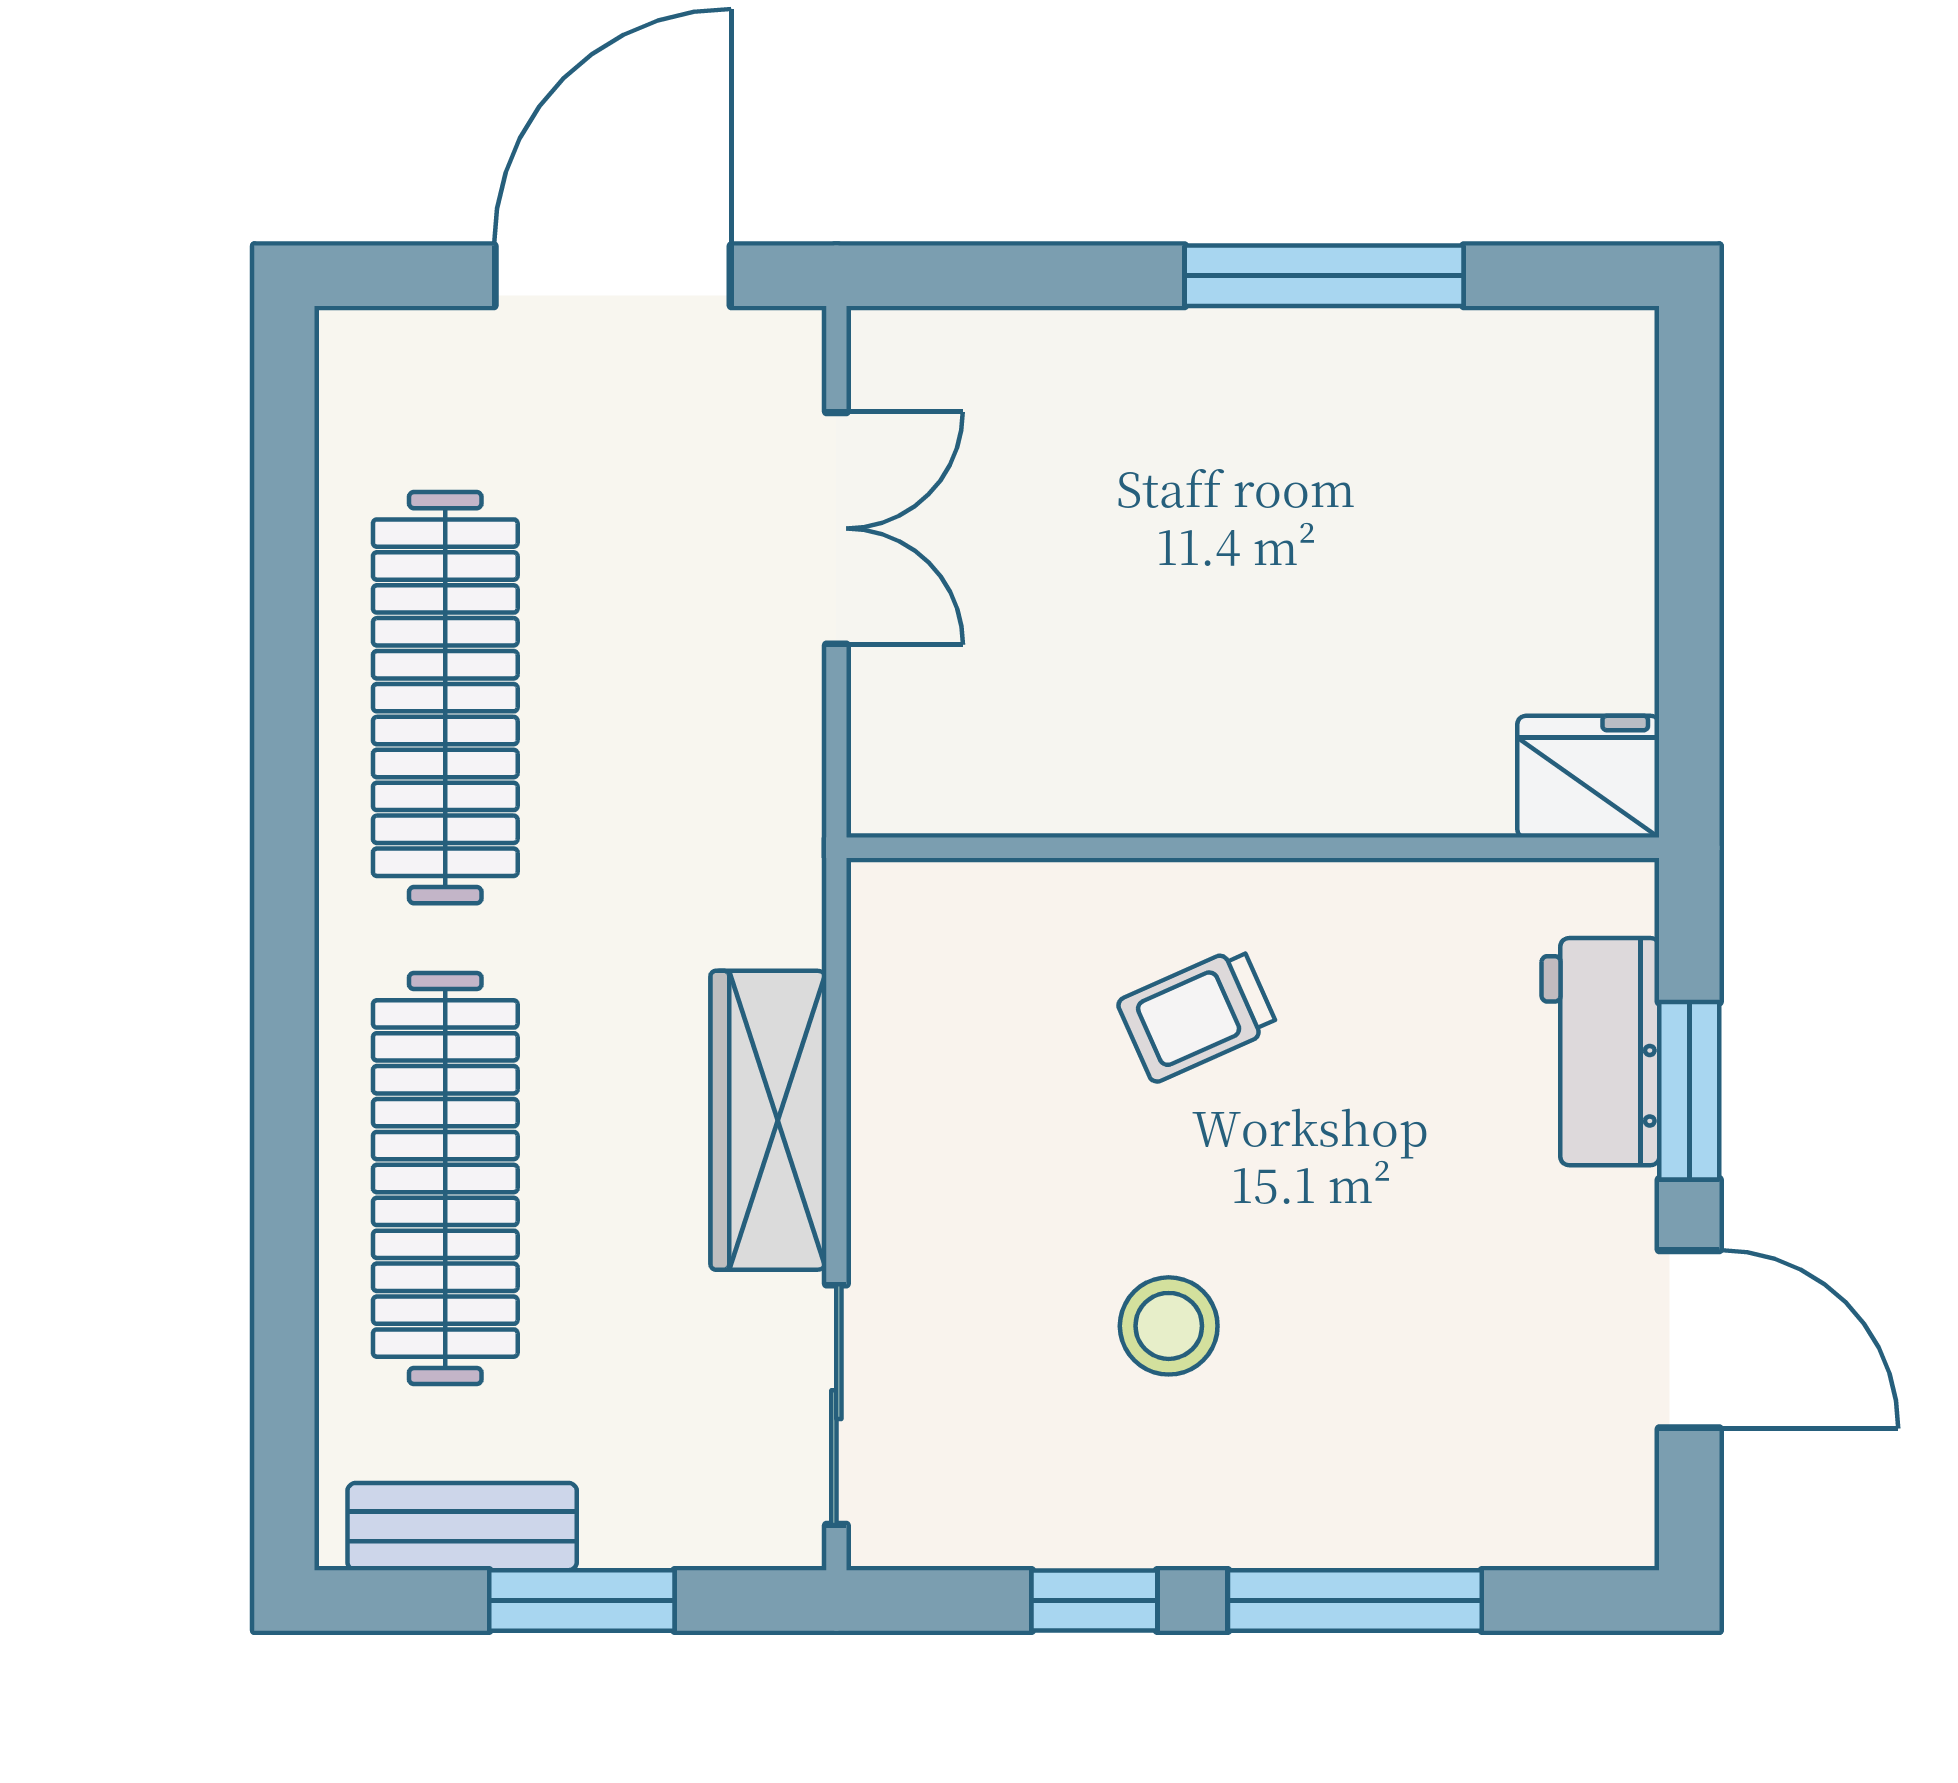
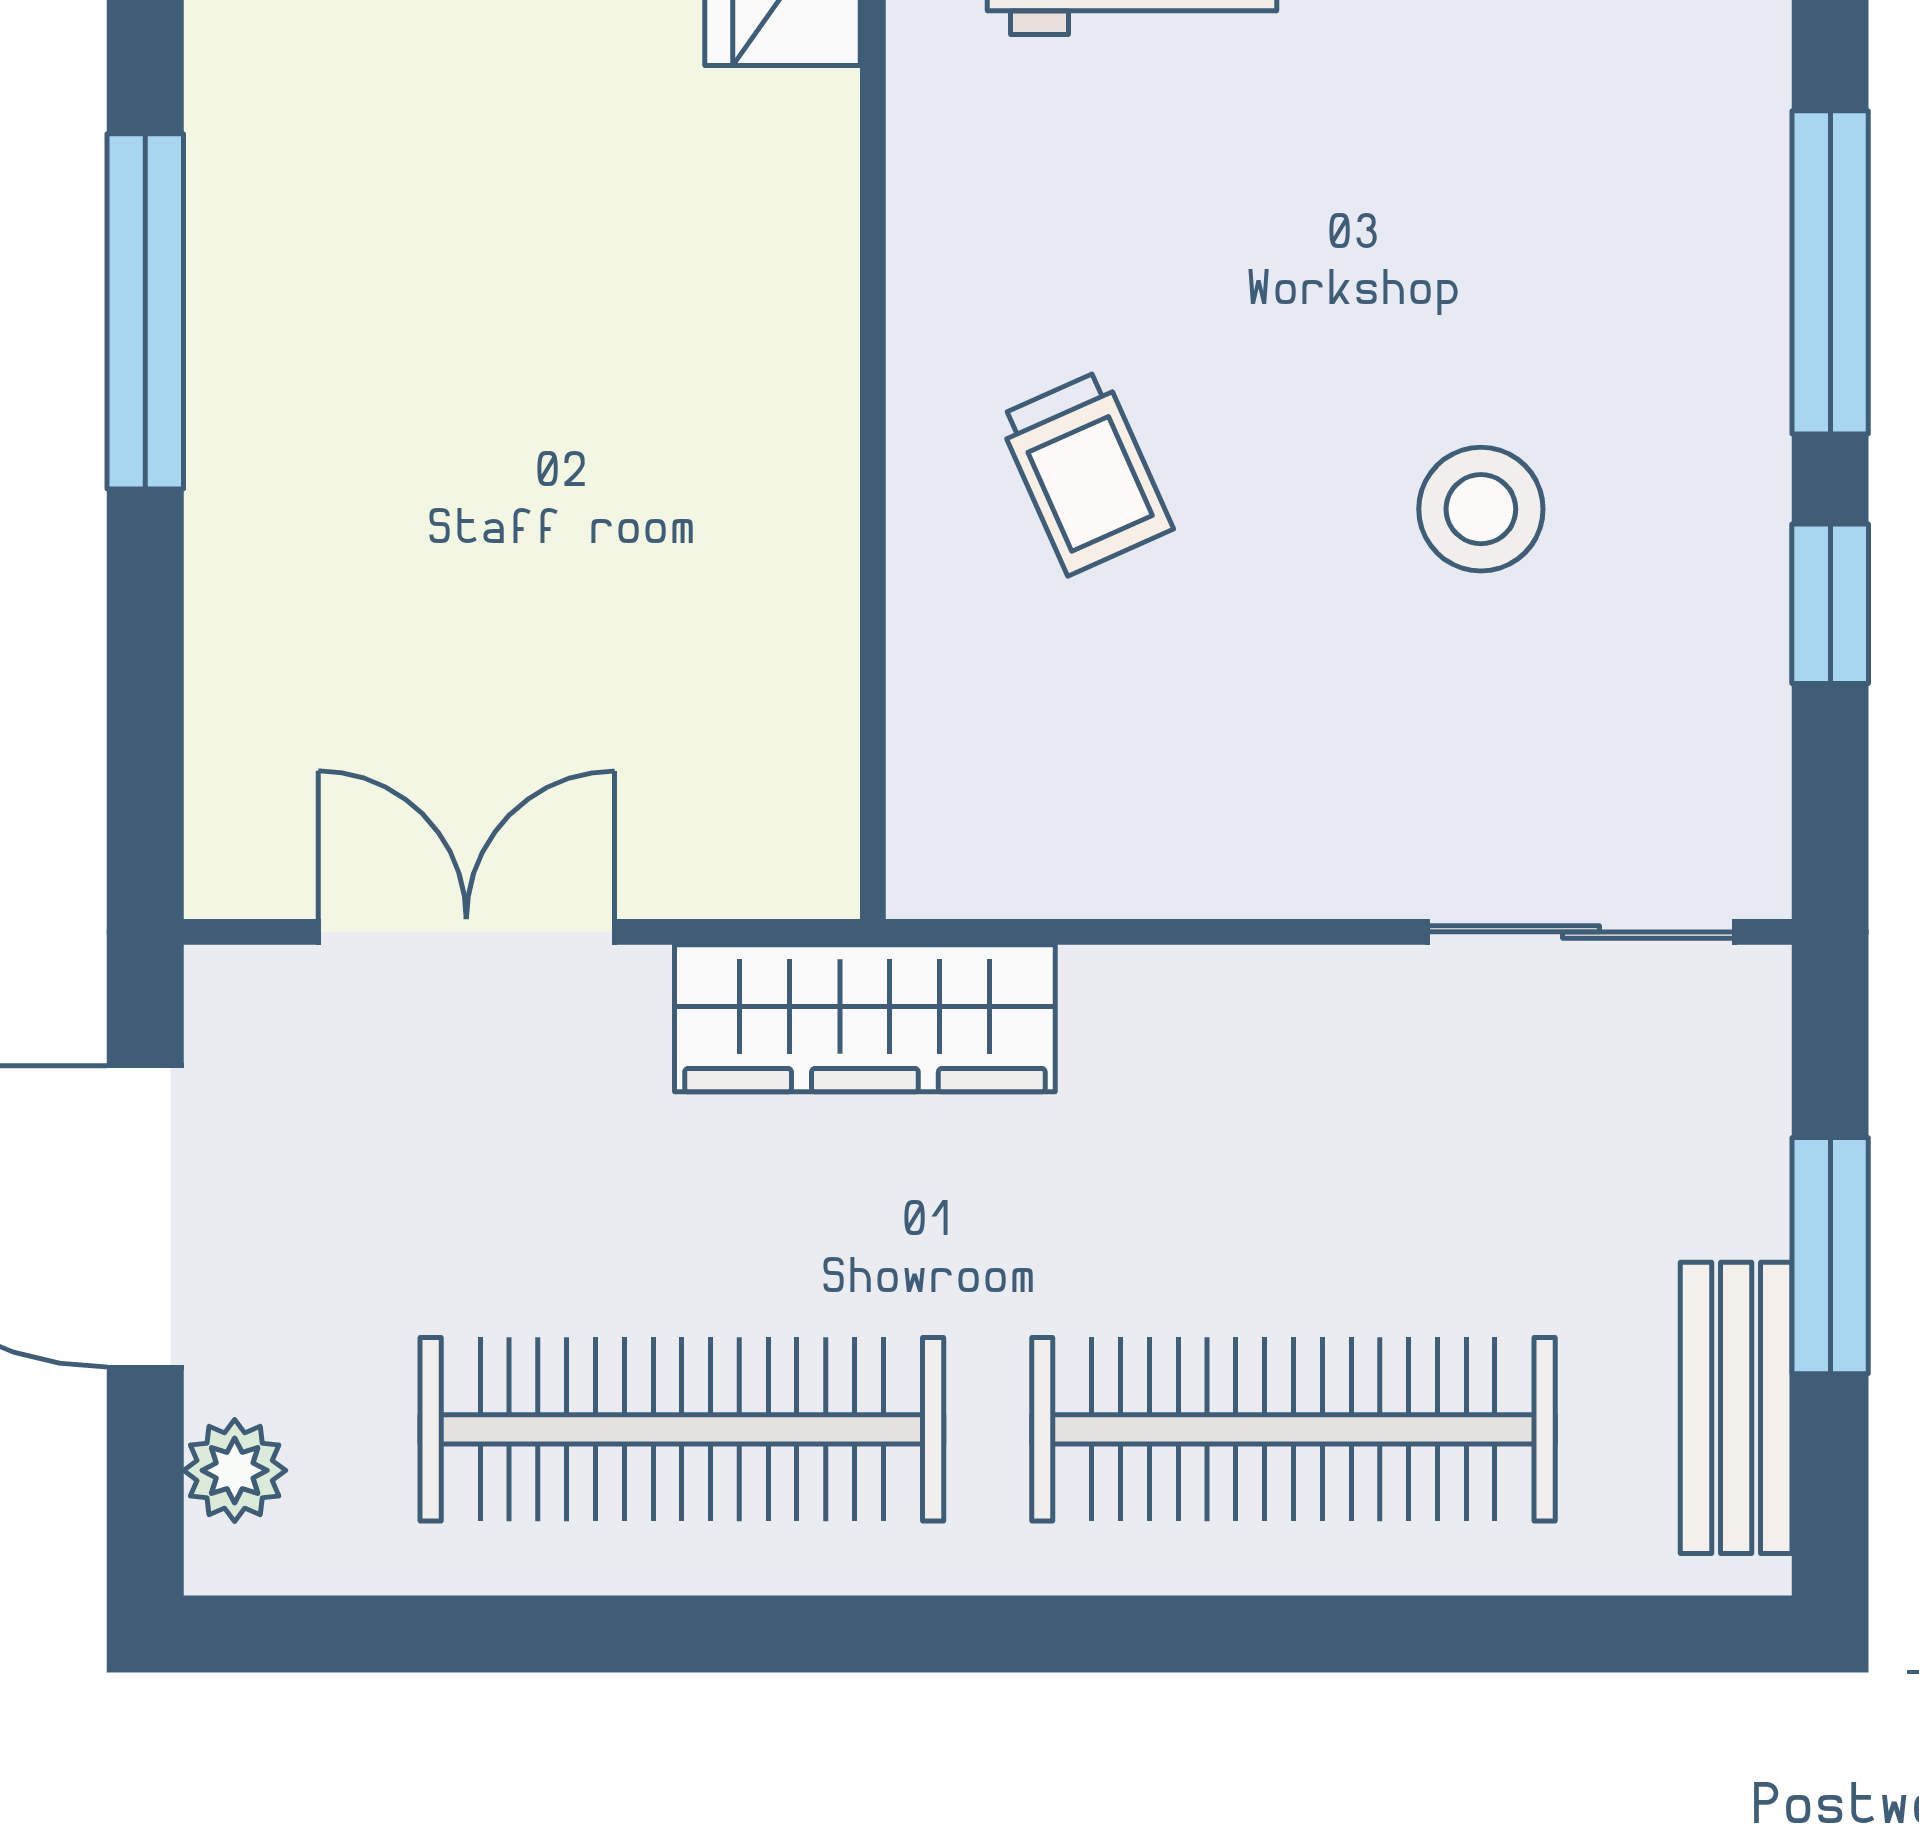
plant: (413, 346) -> (235, 1470), added
wardrobe: (768, 1120) -> (865, 1018), moved

